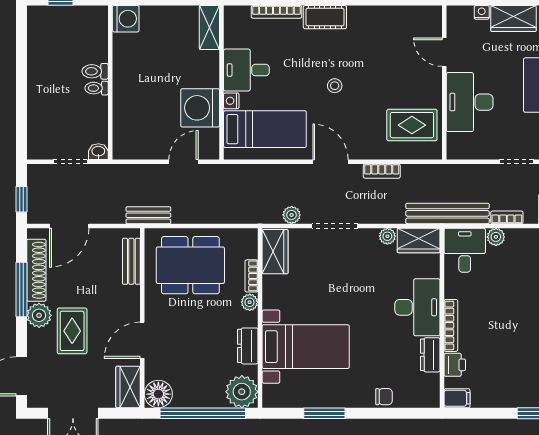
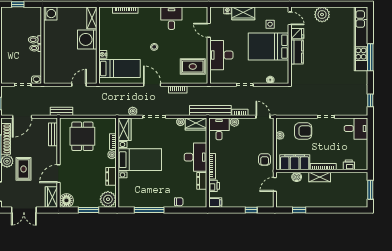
cot: (325, 17) -> (149, 13), removed
desk: (246, 70) -> (171, 18), moved, turned 90
washing machine: (200, 108) -> (87, 39), moved
dining table: (190, 265) -> (82, 136), width x0.73
bed with nightstands: (306, 347) -> (140, 160), moved
window: (203, 413) -> (89, 210), width x0.47
window: (324, 413) -> (149, 210), width x1.44

